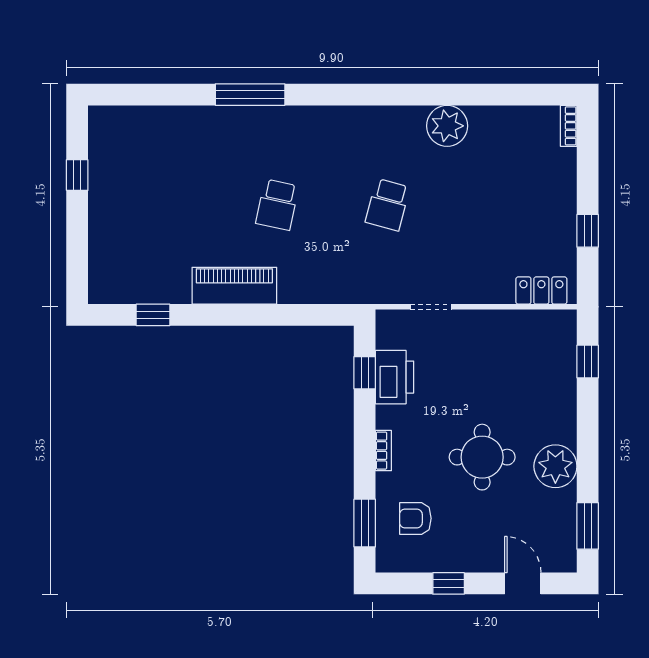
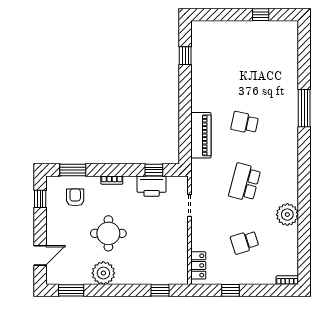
school desk: (388, 205) -> (245, 182), width x1.85
school desk: (498, 205) -> (245, 242), added
piano: (234, 286) -> (201, 135), moved
window: (449, 583) -> (40, 199), moved

